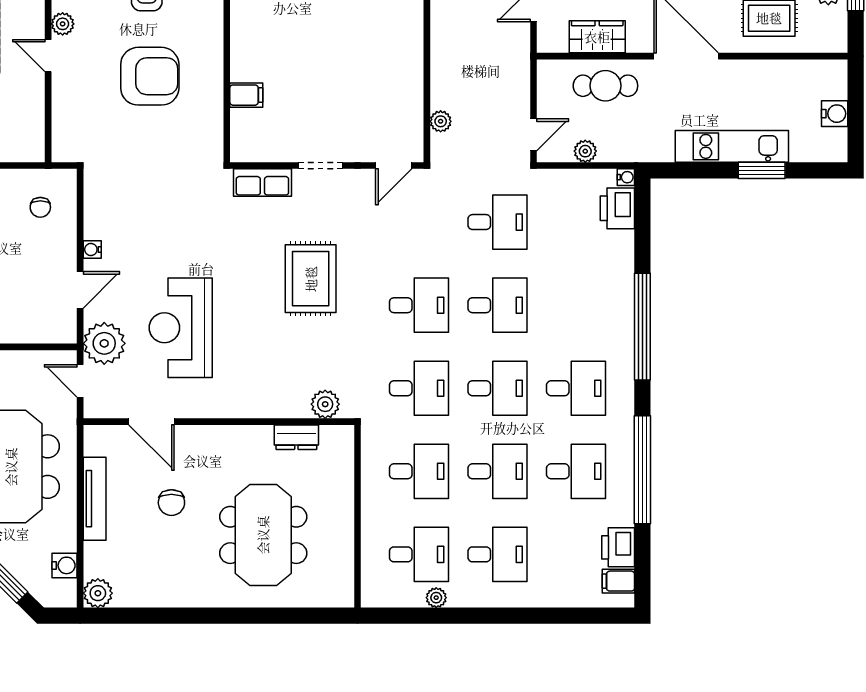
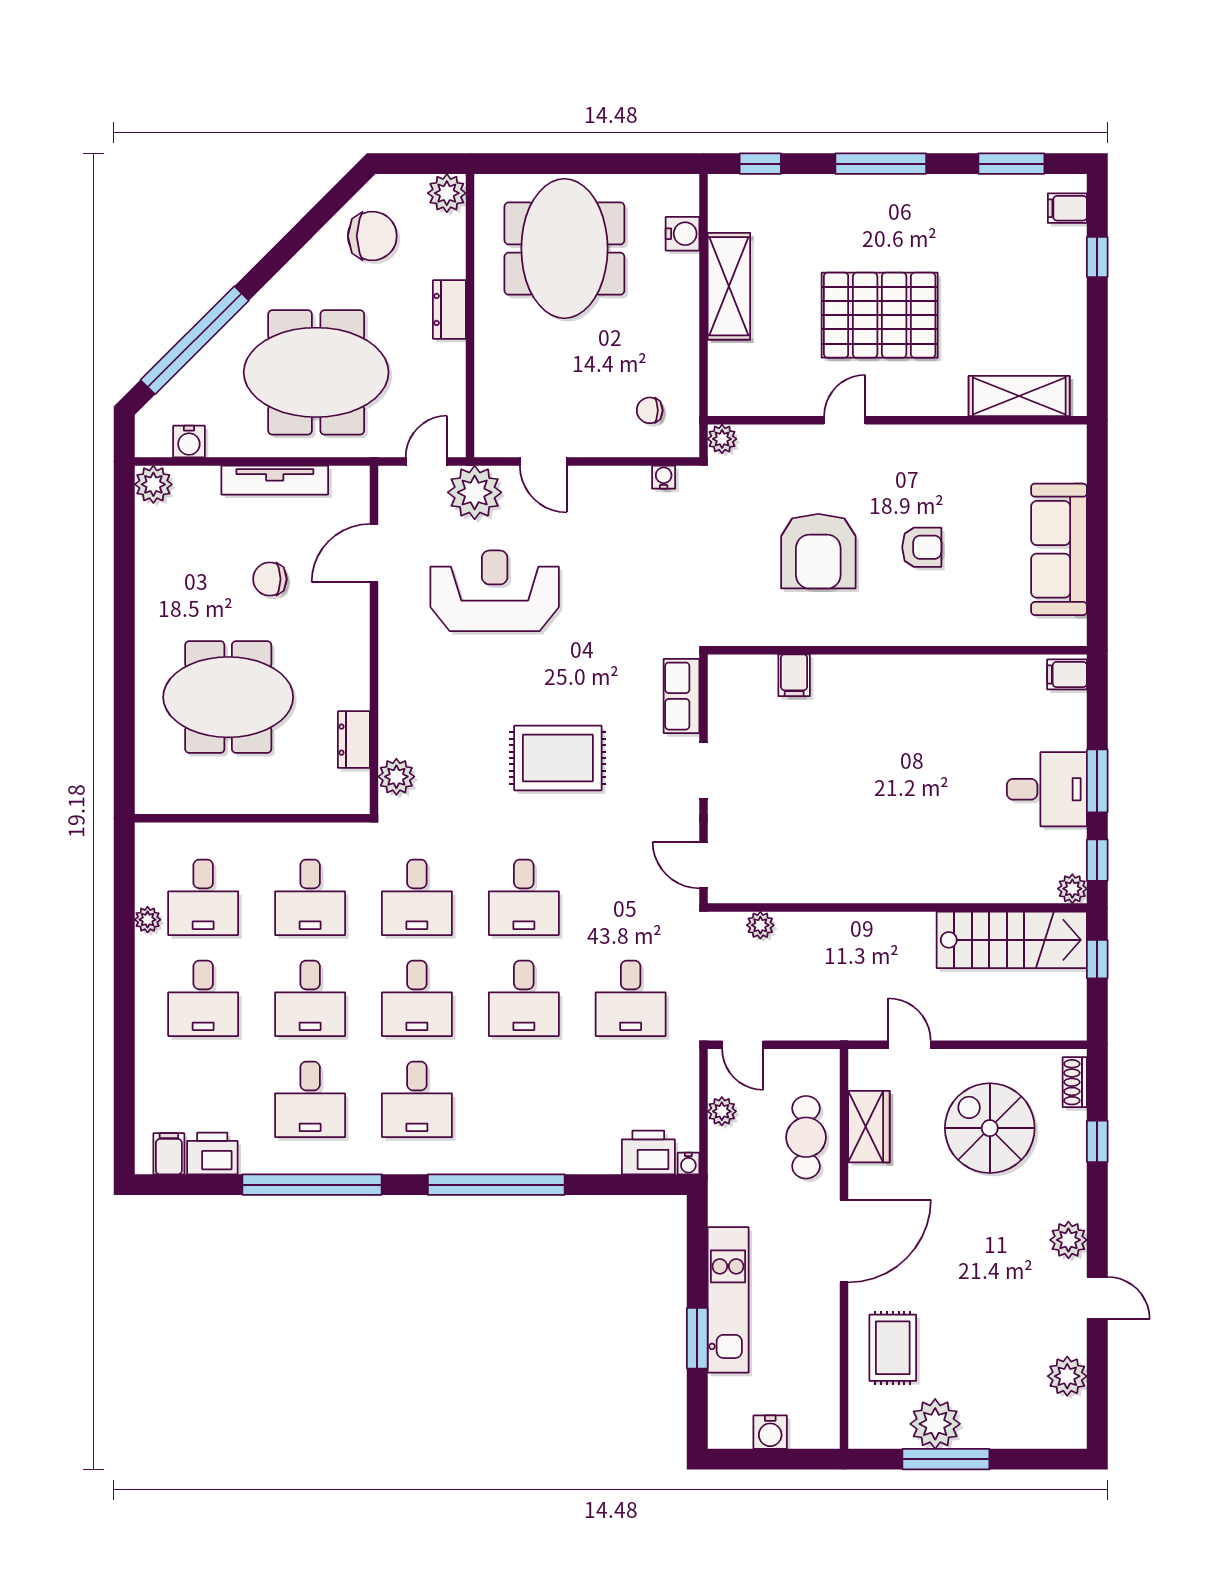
plant: (63, 24) -> (722, 439), moved
water cooler: (92, 249) -> (664, 477), moved

